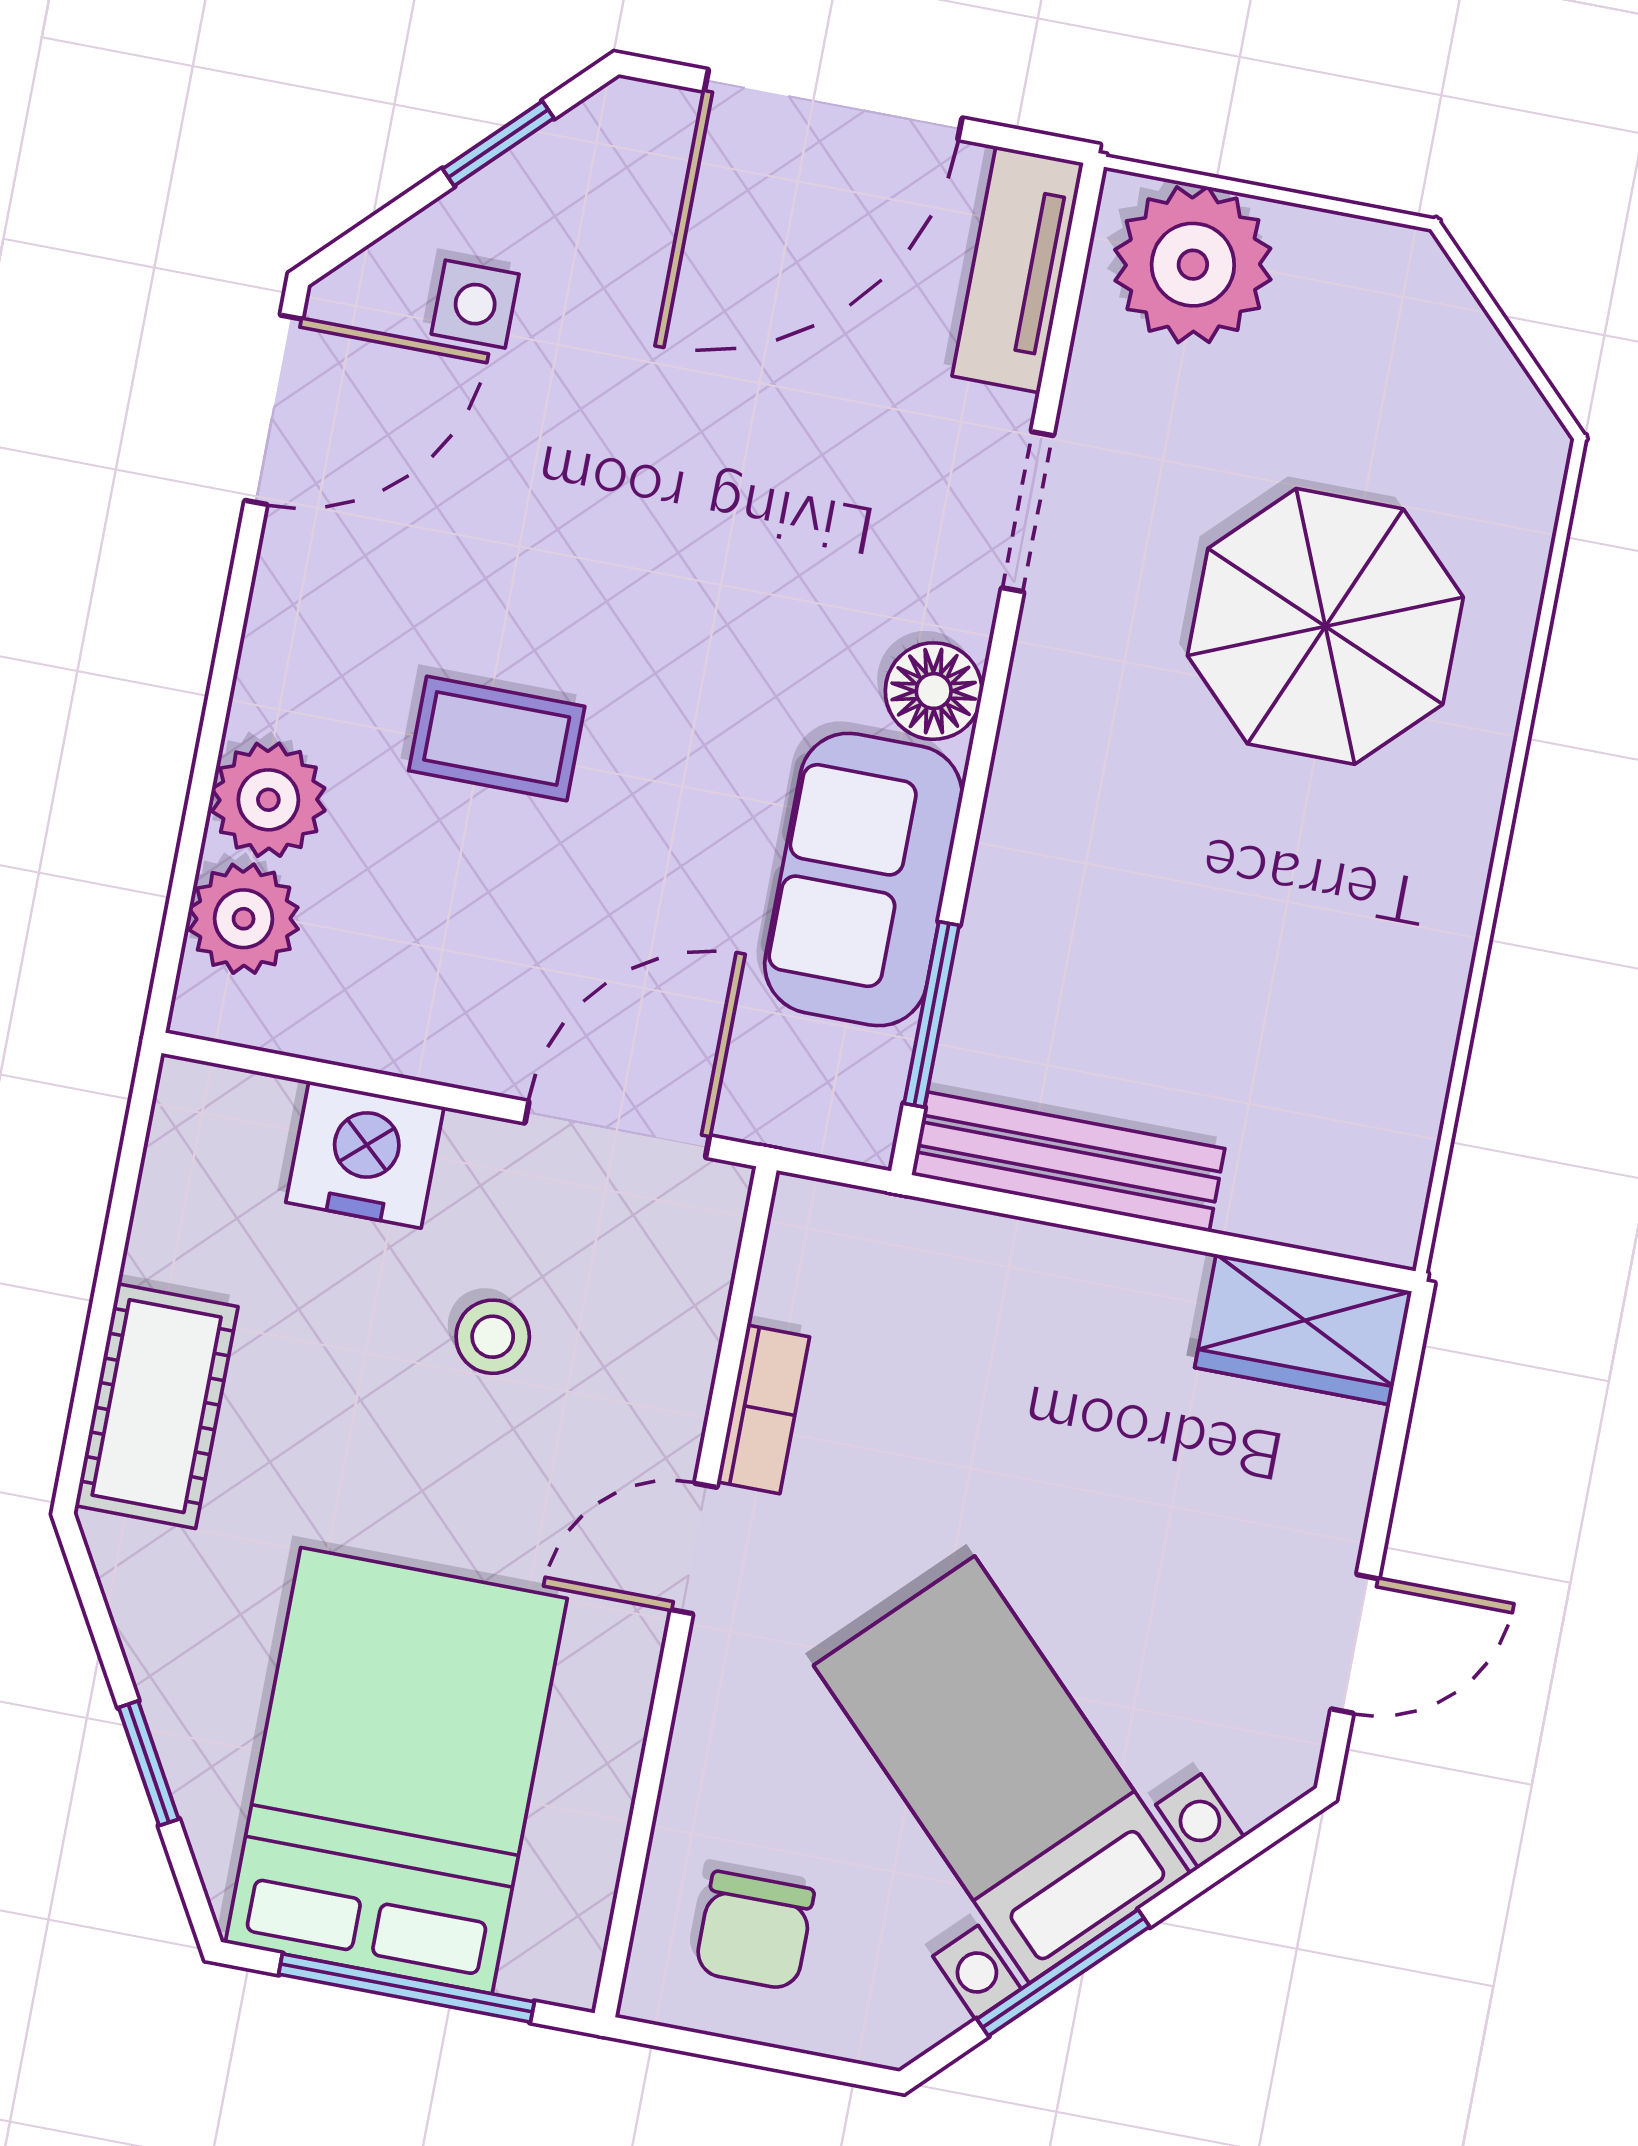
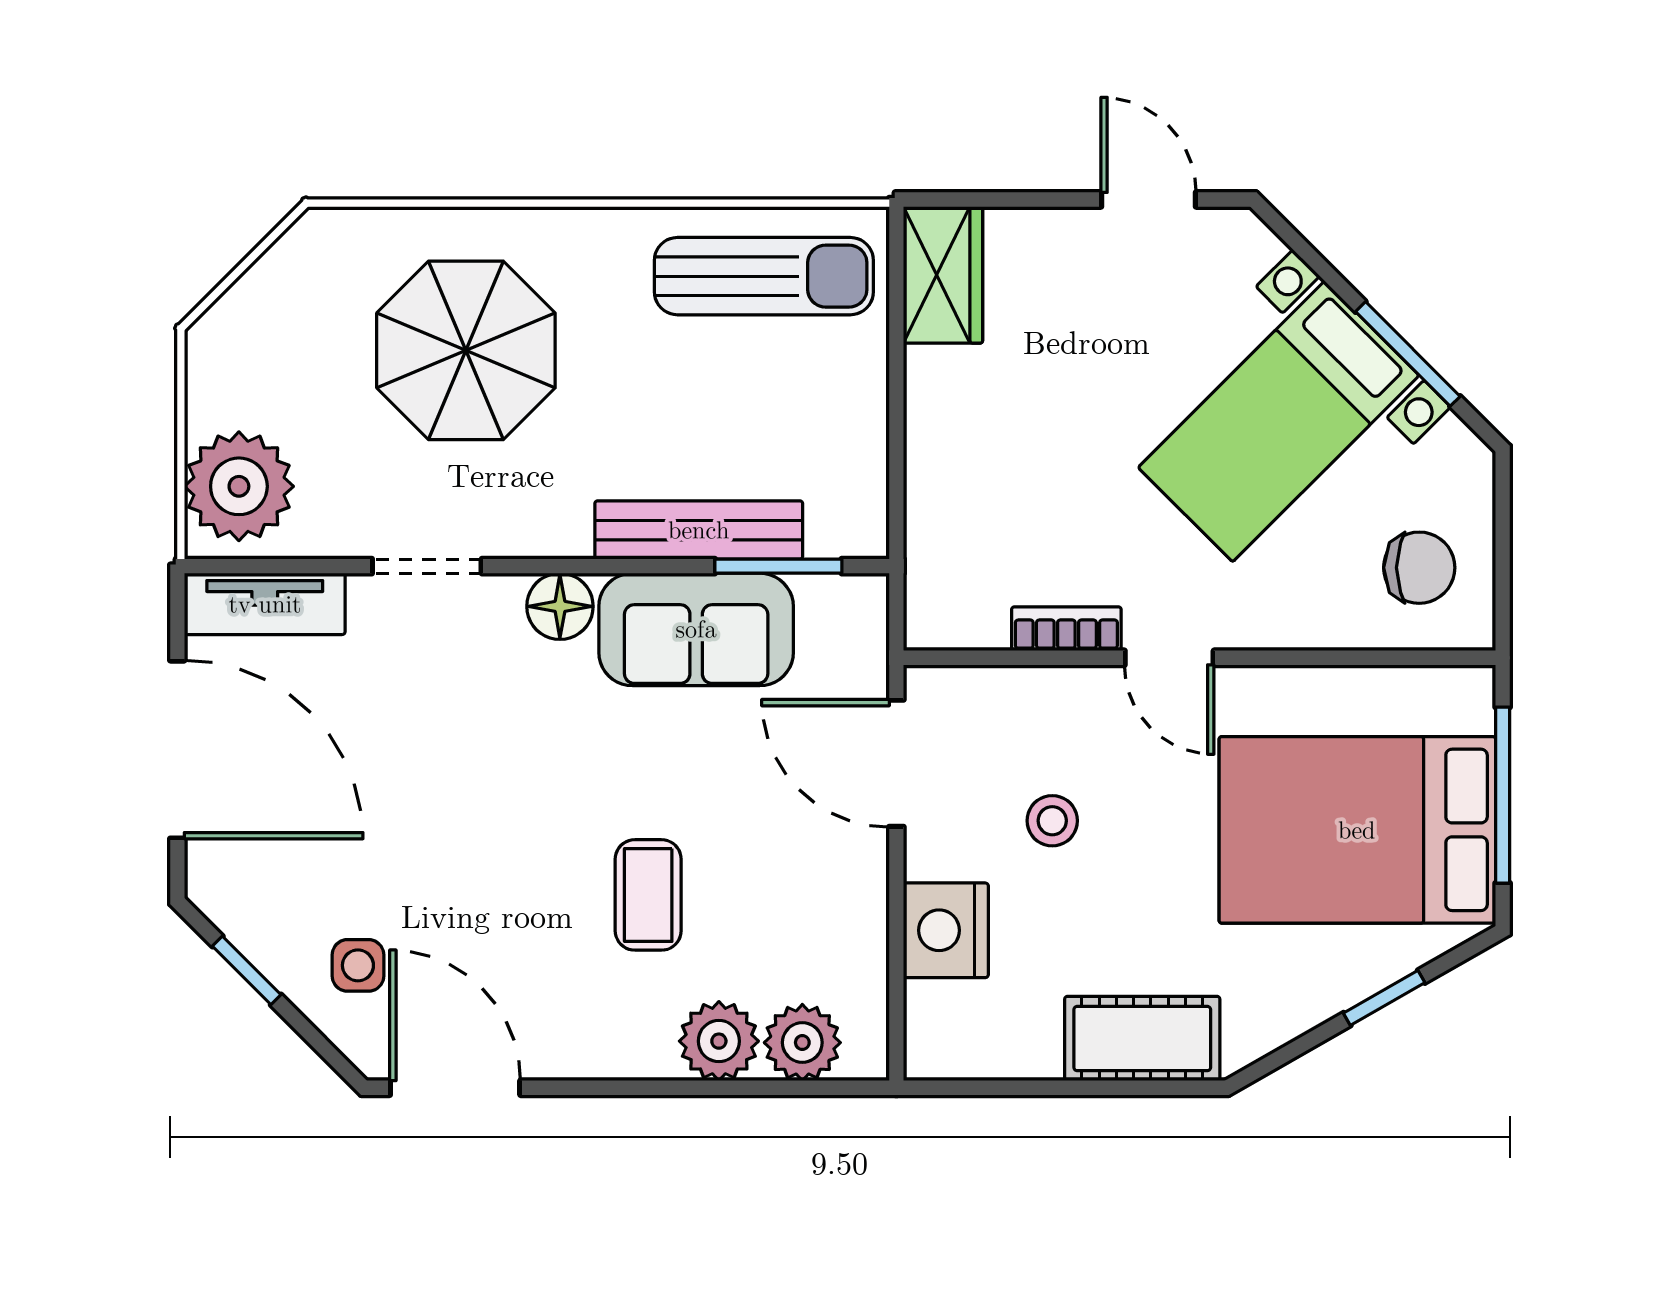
sun lounger: (1350, 1073) -> (764, 276), added
bench: (1068, 1162) -> (699, 530), moved, turned 90

